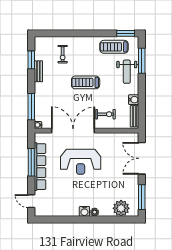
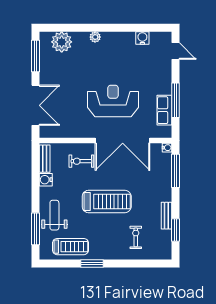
window: (126, 33) -> (92, 264), moved
treadmill: (86, 82) -> (107, 201), width x1.37, depth x1.38
row of seats: (40, 167) -> (164, 110), width x0.50
water cooler: (84, 211) -> (142, 38), moved

